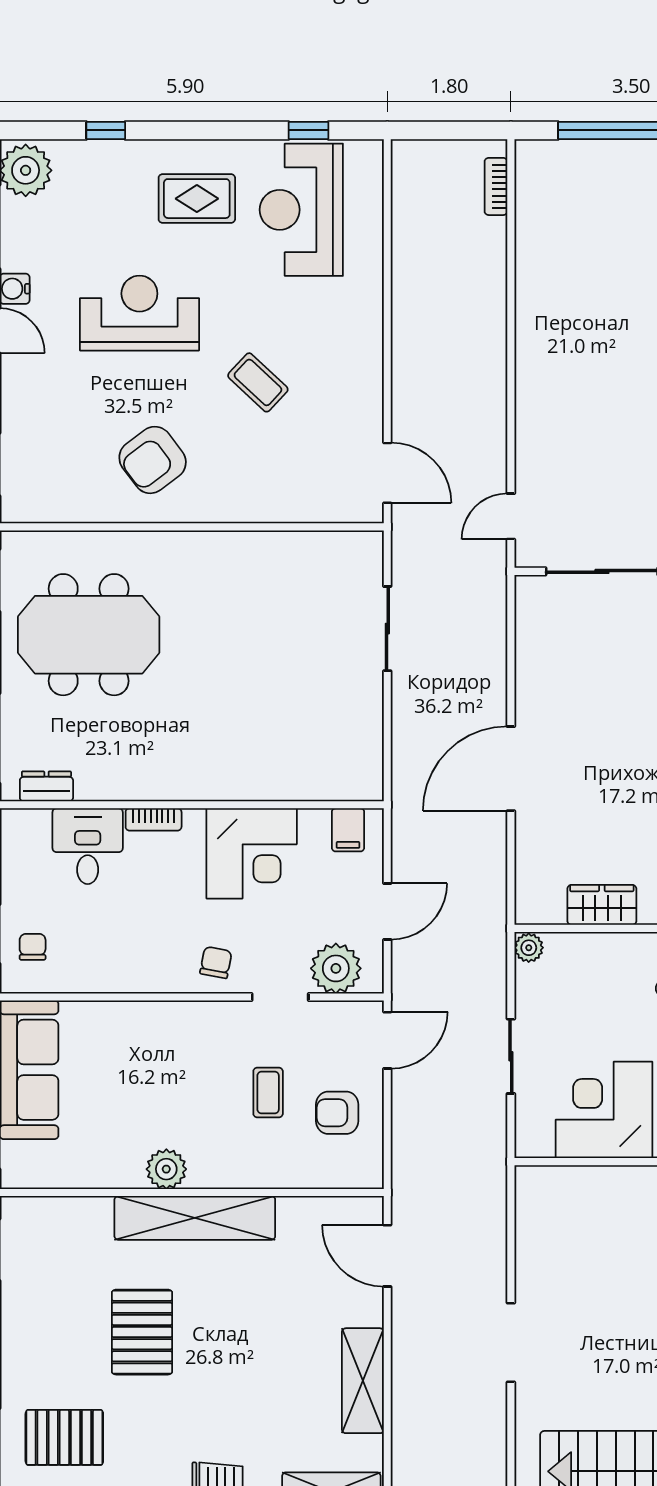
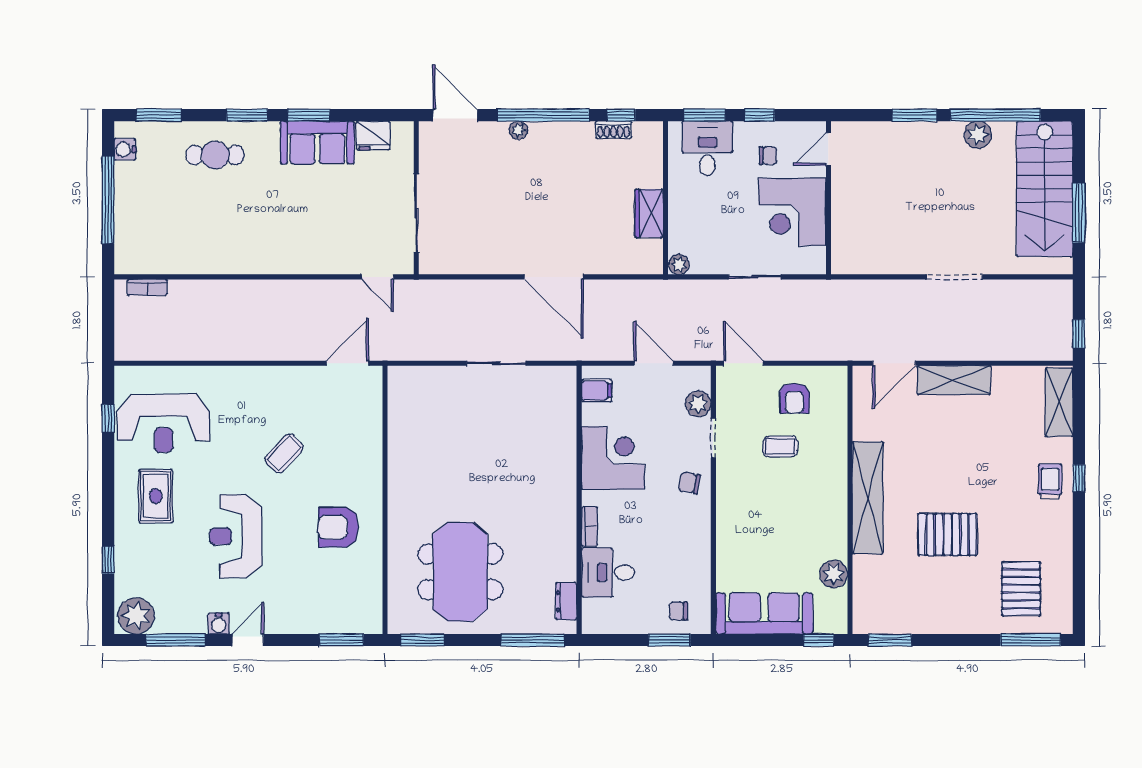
armchair: (153, 460) -> (338, 527), turned 127
sliding door: (387, 629) -> (496, 363), moved
plant: (336, 968) -> (698, 404), width x0.73, depth x0.73
plant: (166, 1169) -> (834, 574), moved
shelving: (363, 1381) -> (954, 380), moved

